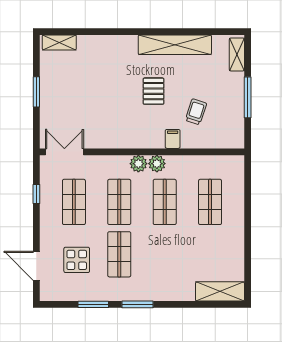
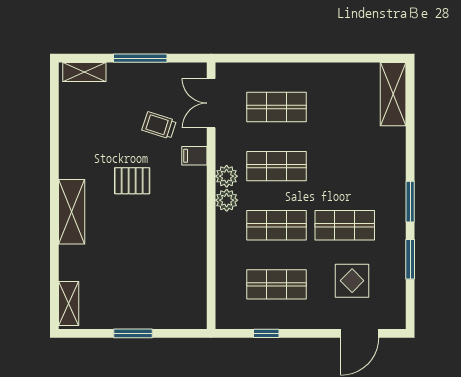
shelving: (175, 45) -> (72, 212), moved, width x0.68
double door: (64, 152) -> (211, 103), moved

